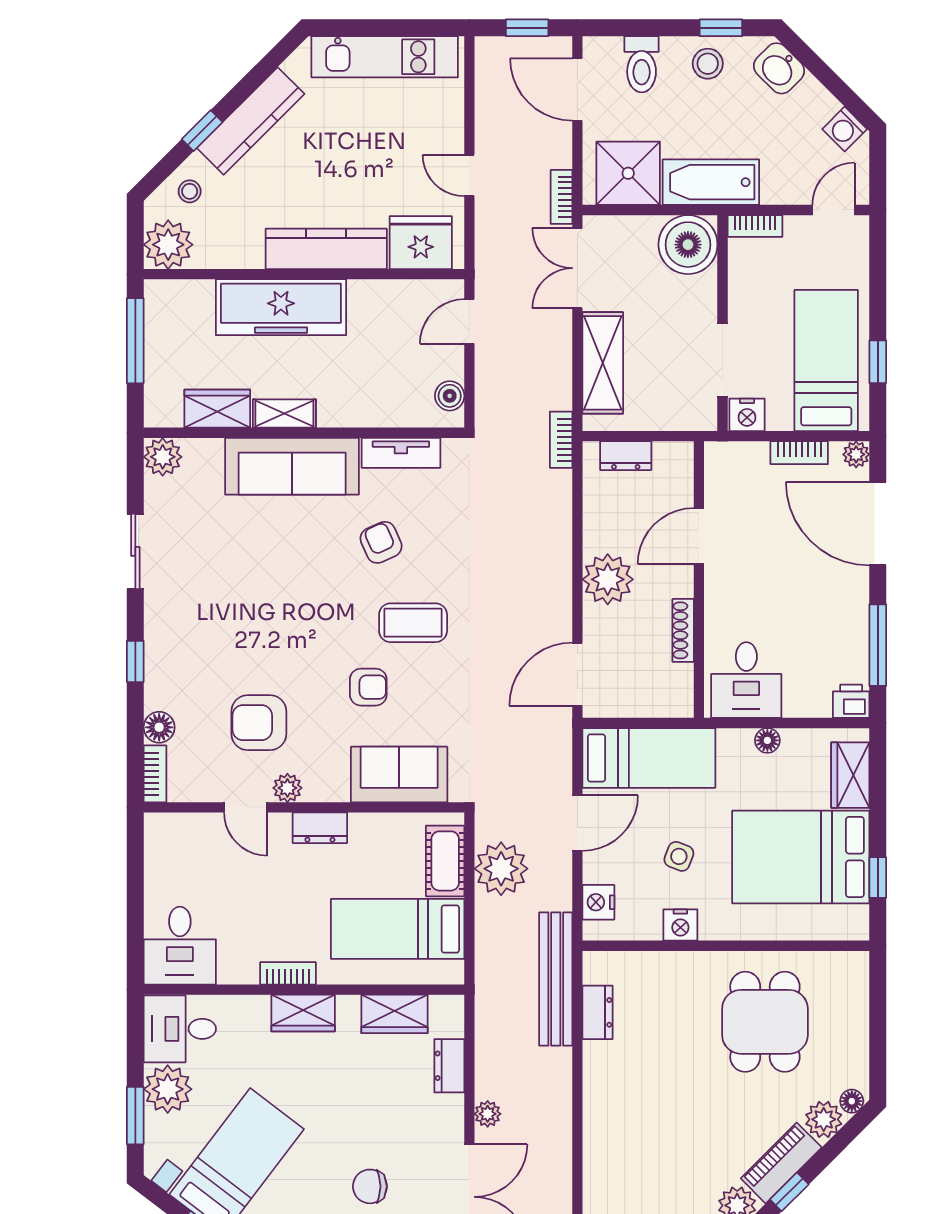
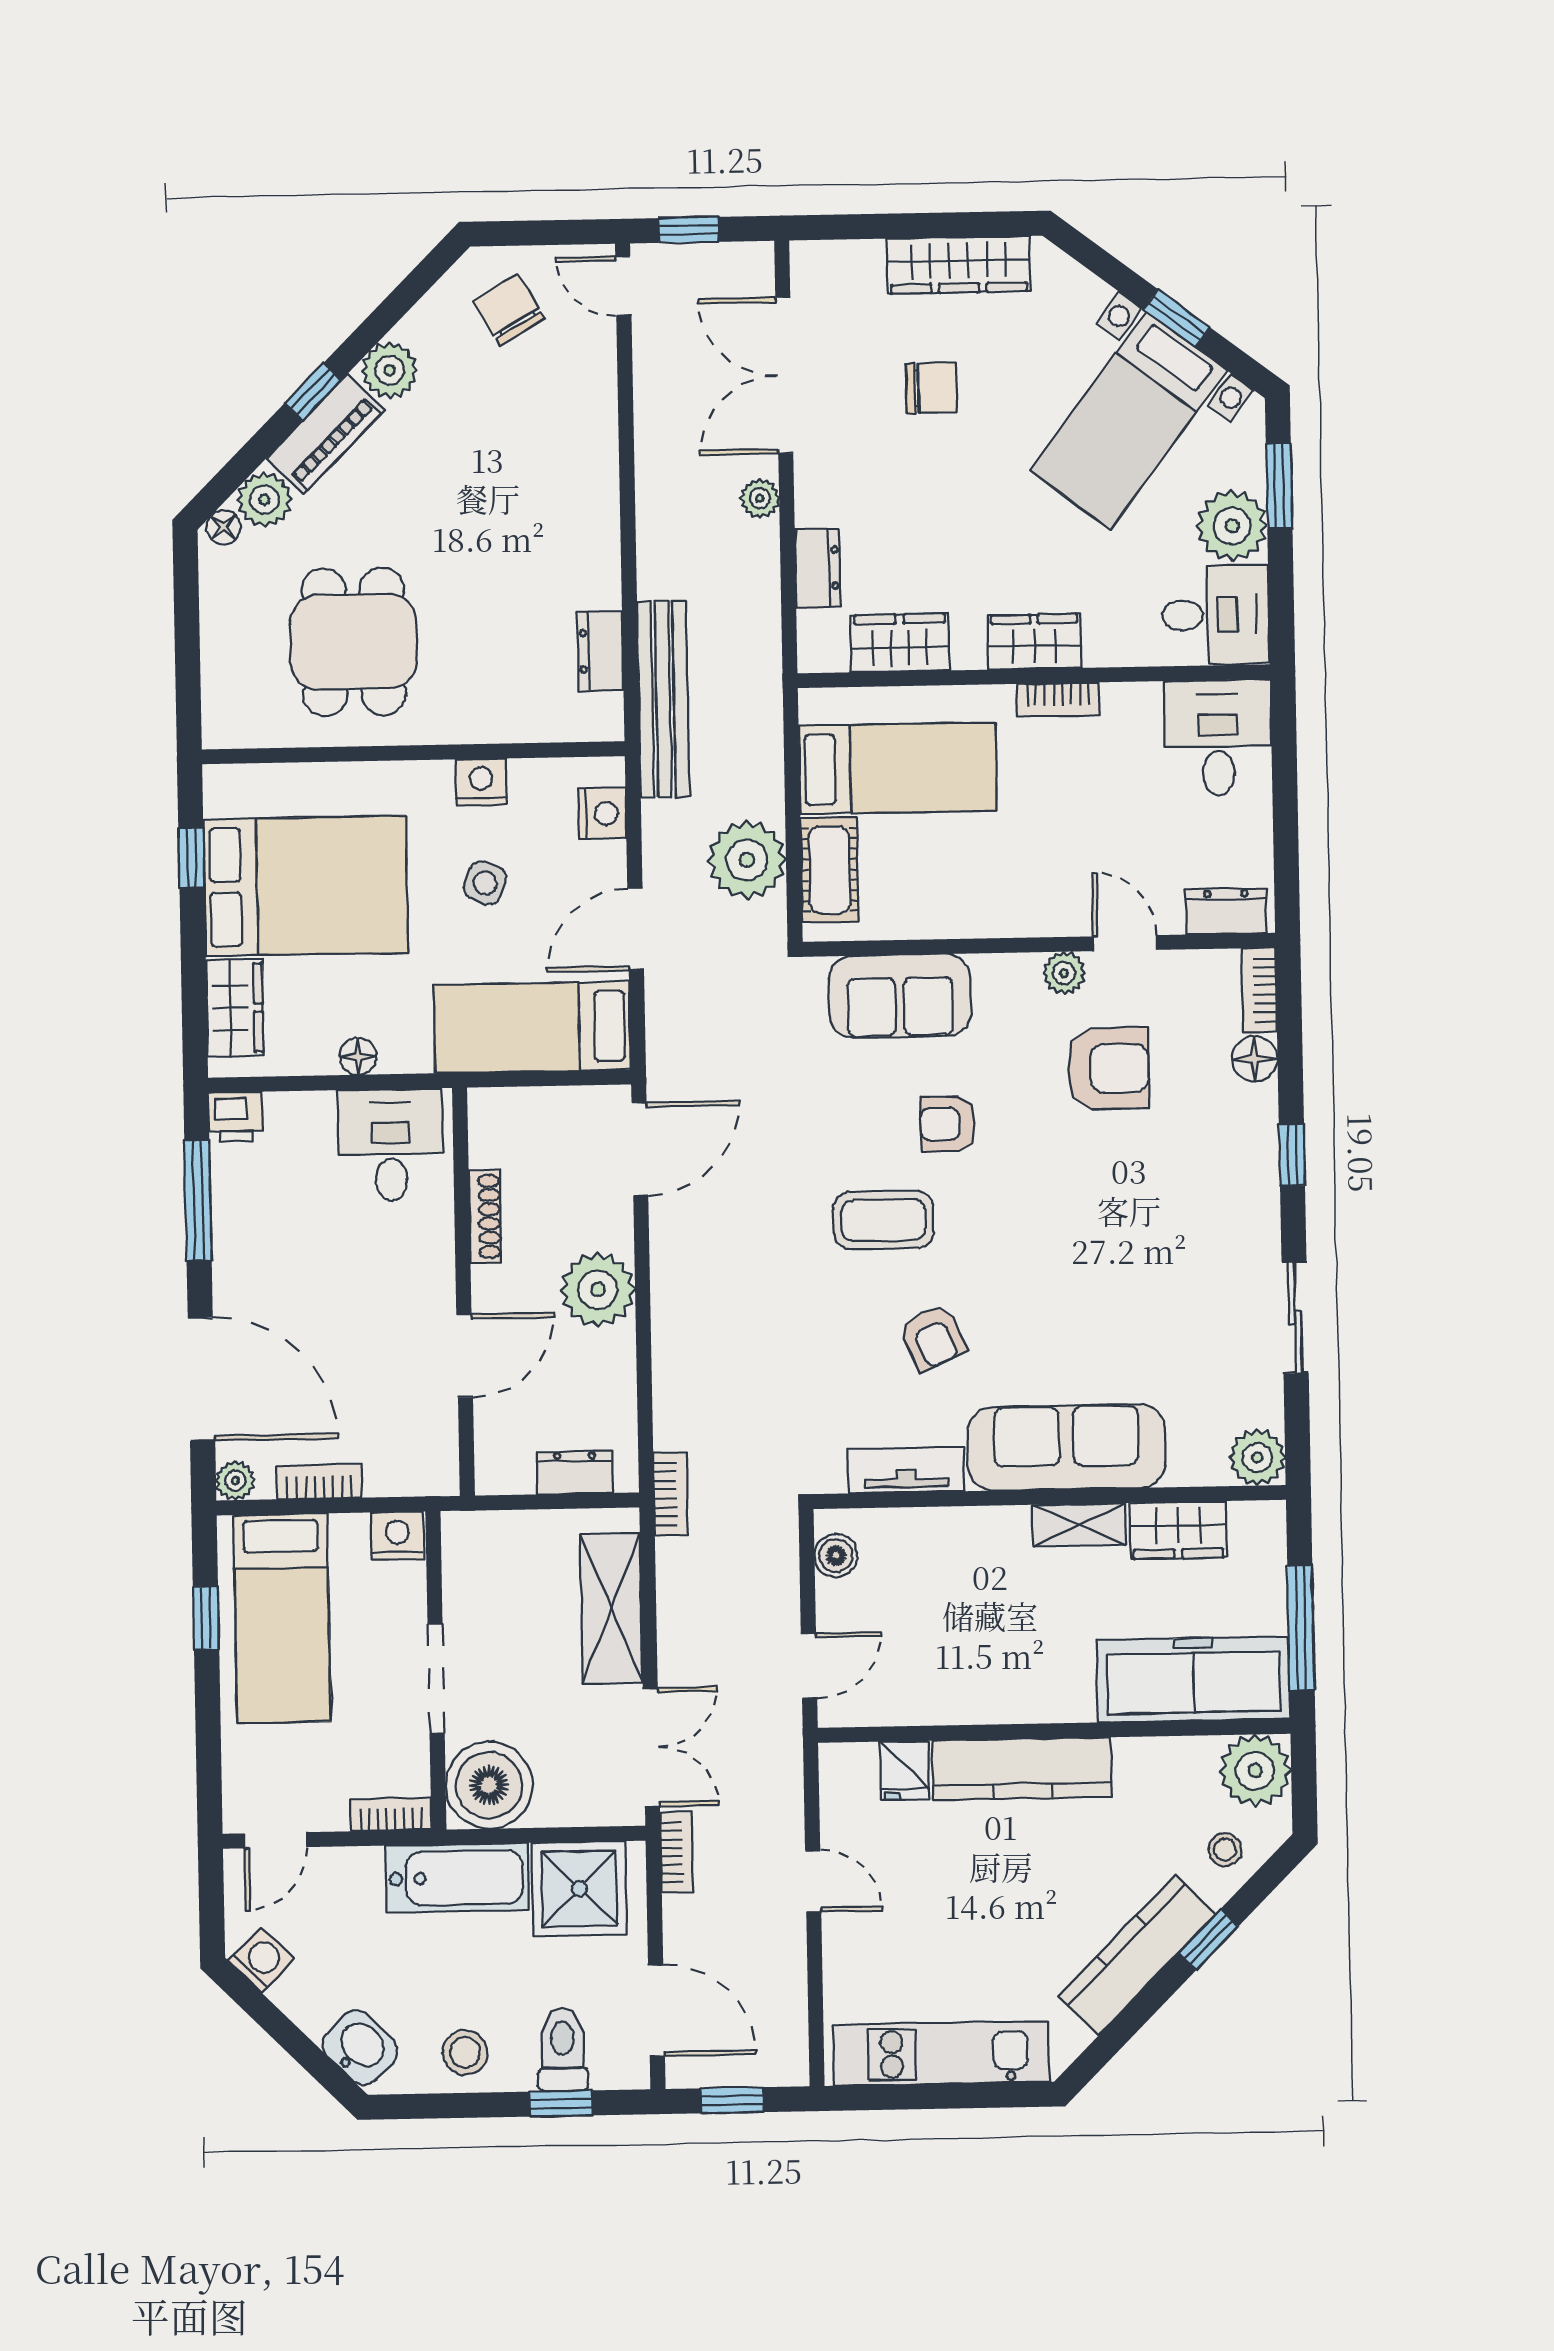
window: (721, 28) -> (561, 2104), moved
fridge: (421, 243) -> (904, 1770), width x0.53, depth x0.75
freezer: (281, 307) -> (1193, 1679), moved
doorway: (723, 360) -> (436, 1679), moved
dresser: (320, 828) -> (1226, 911), moved

